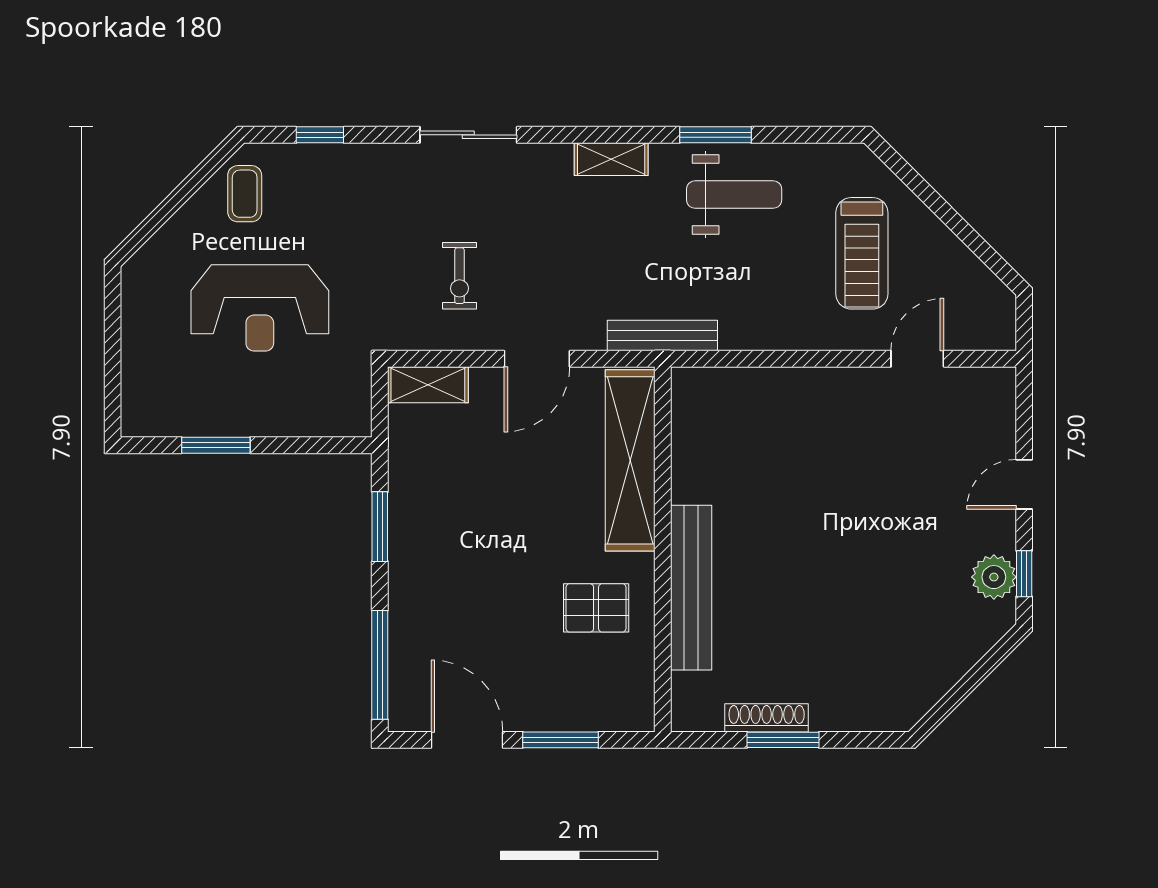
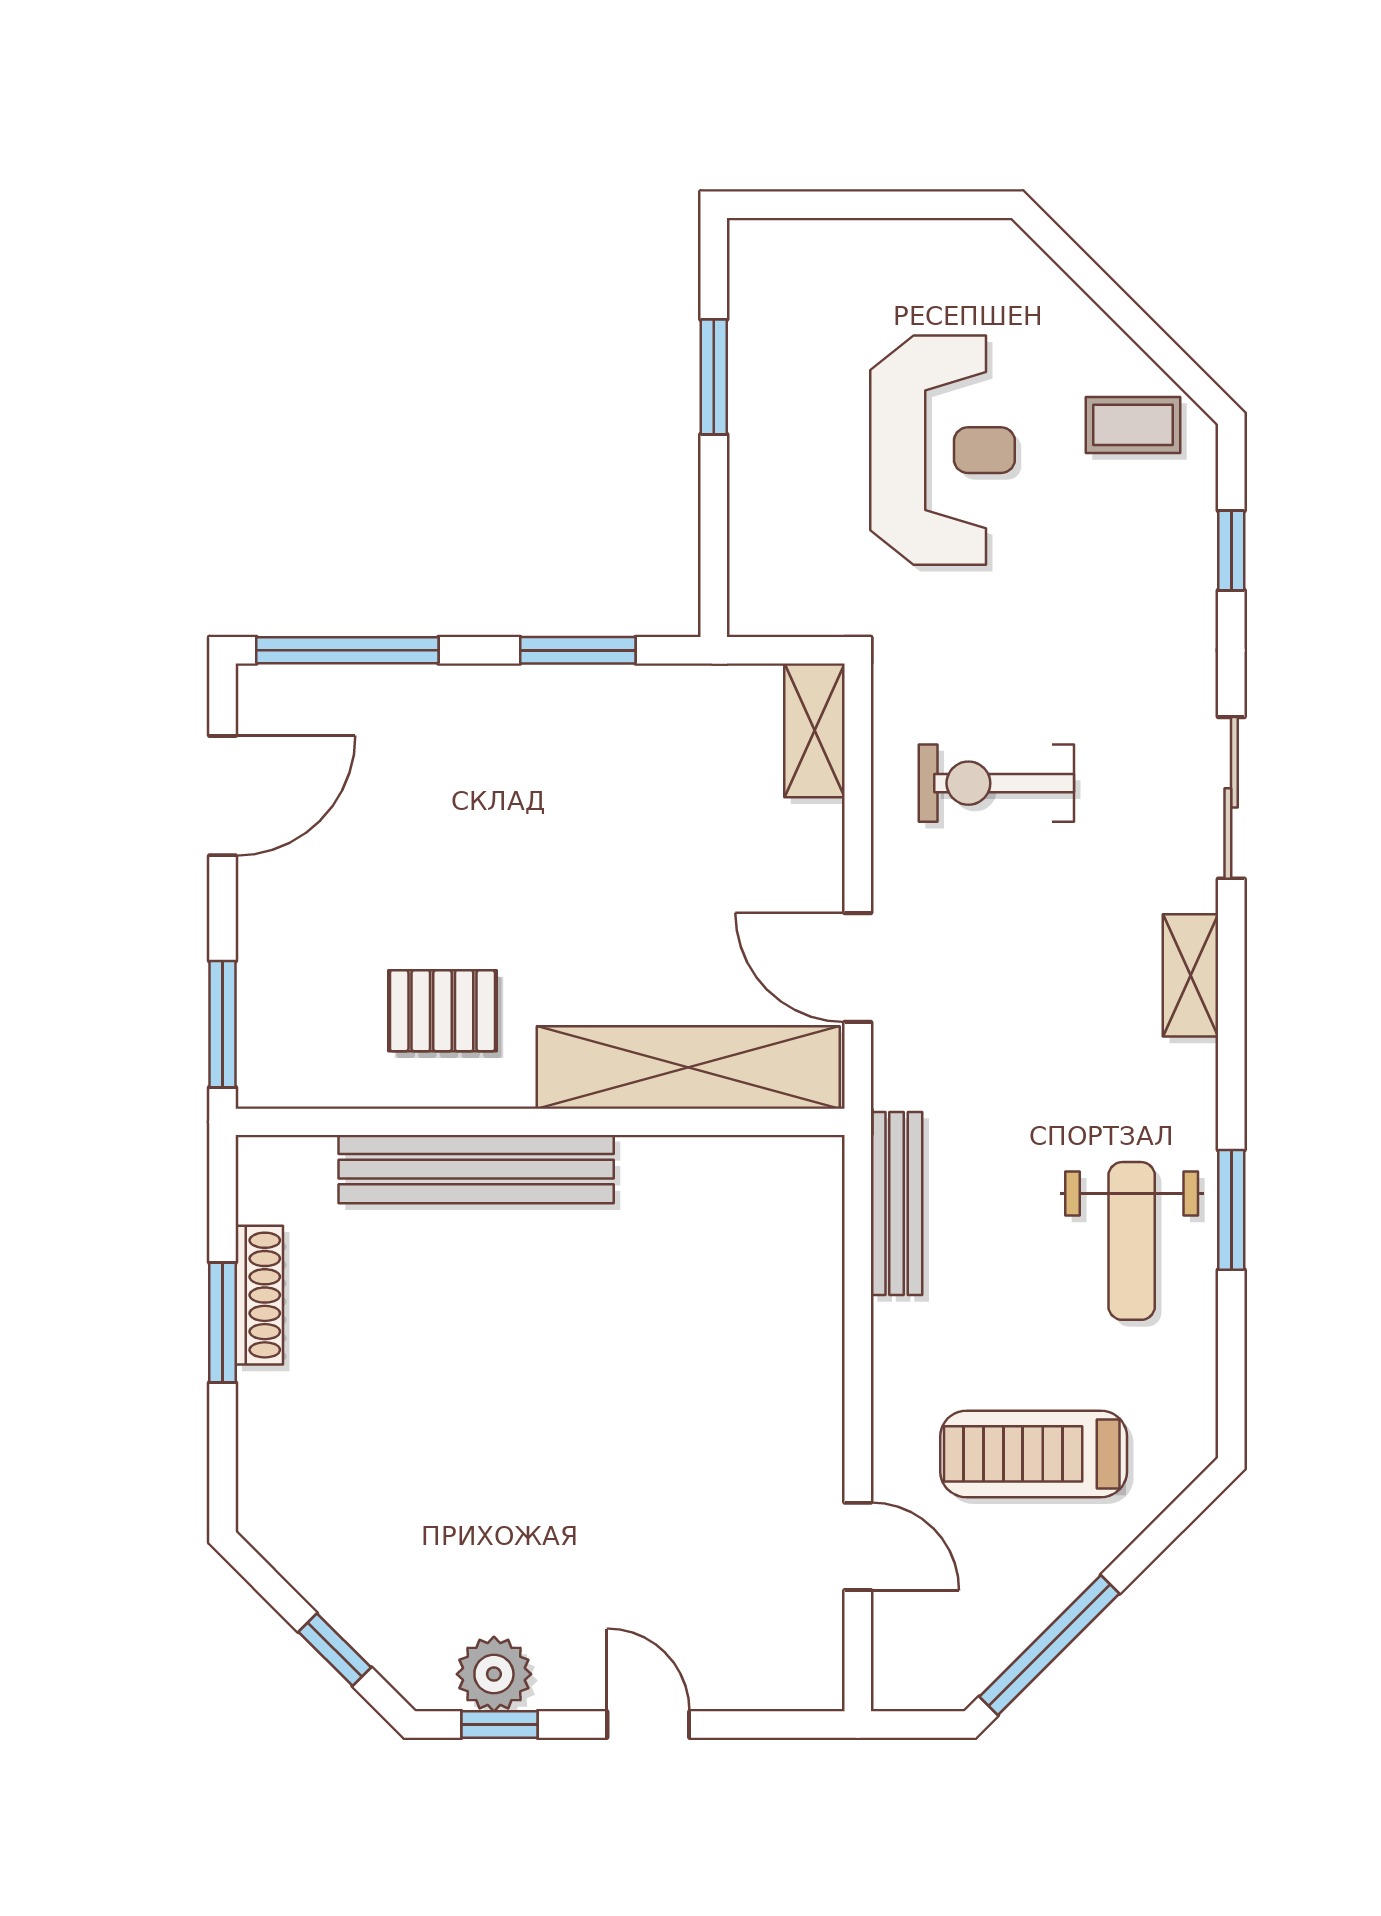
shelving: (611, 159) -> (1191, 975), moved
window: (977, 244) -> (1049, 1645), added
exercise bike: (460, 276) -> (996, 783), width x1.38, depth x1.39
reception desk: (260, 308) -> (943, 450), turned 180
bench: (662, 336) -> (897, 1204), moved
door: (537, 359) -> (858, 968), moved
pallet: (596, 608) -> (442, 1011), turned 90
window: (979, 672) -> (335, 1650), added
window: (561, 740) -> (222, 1024), moved

